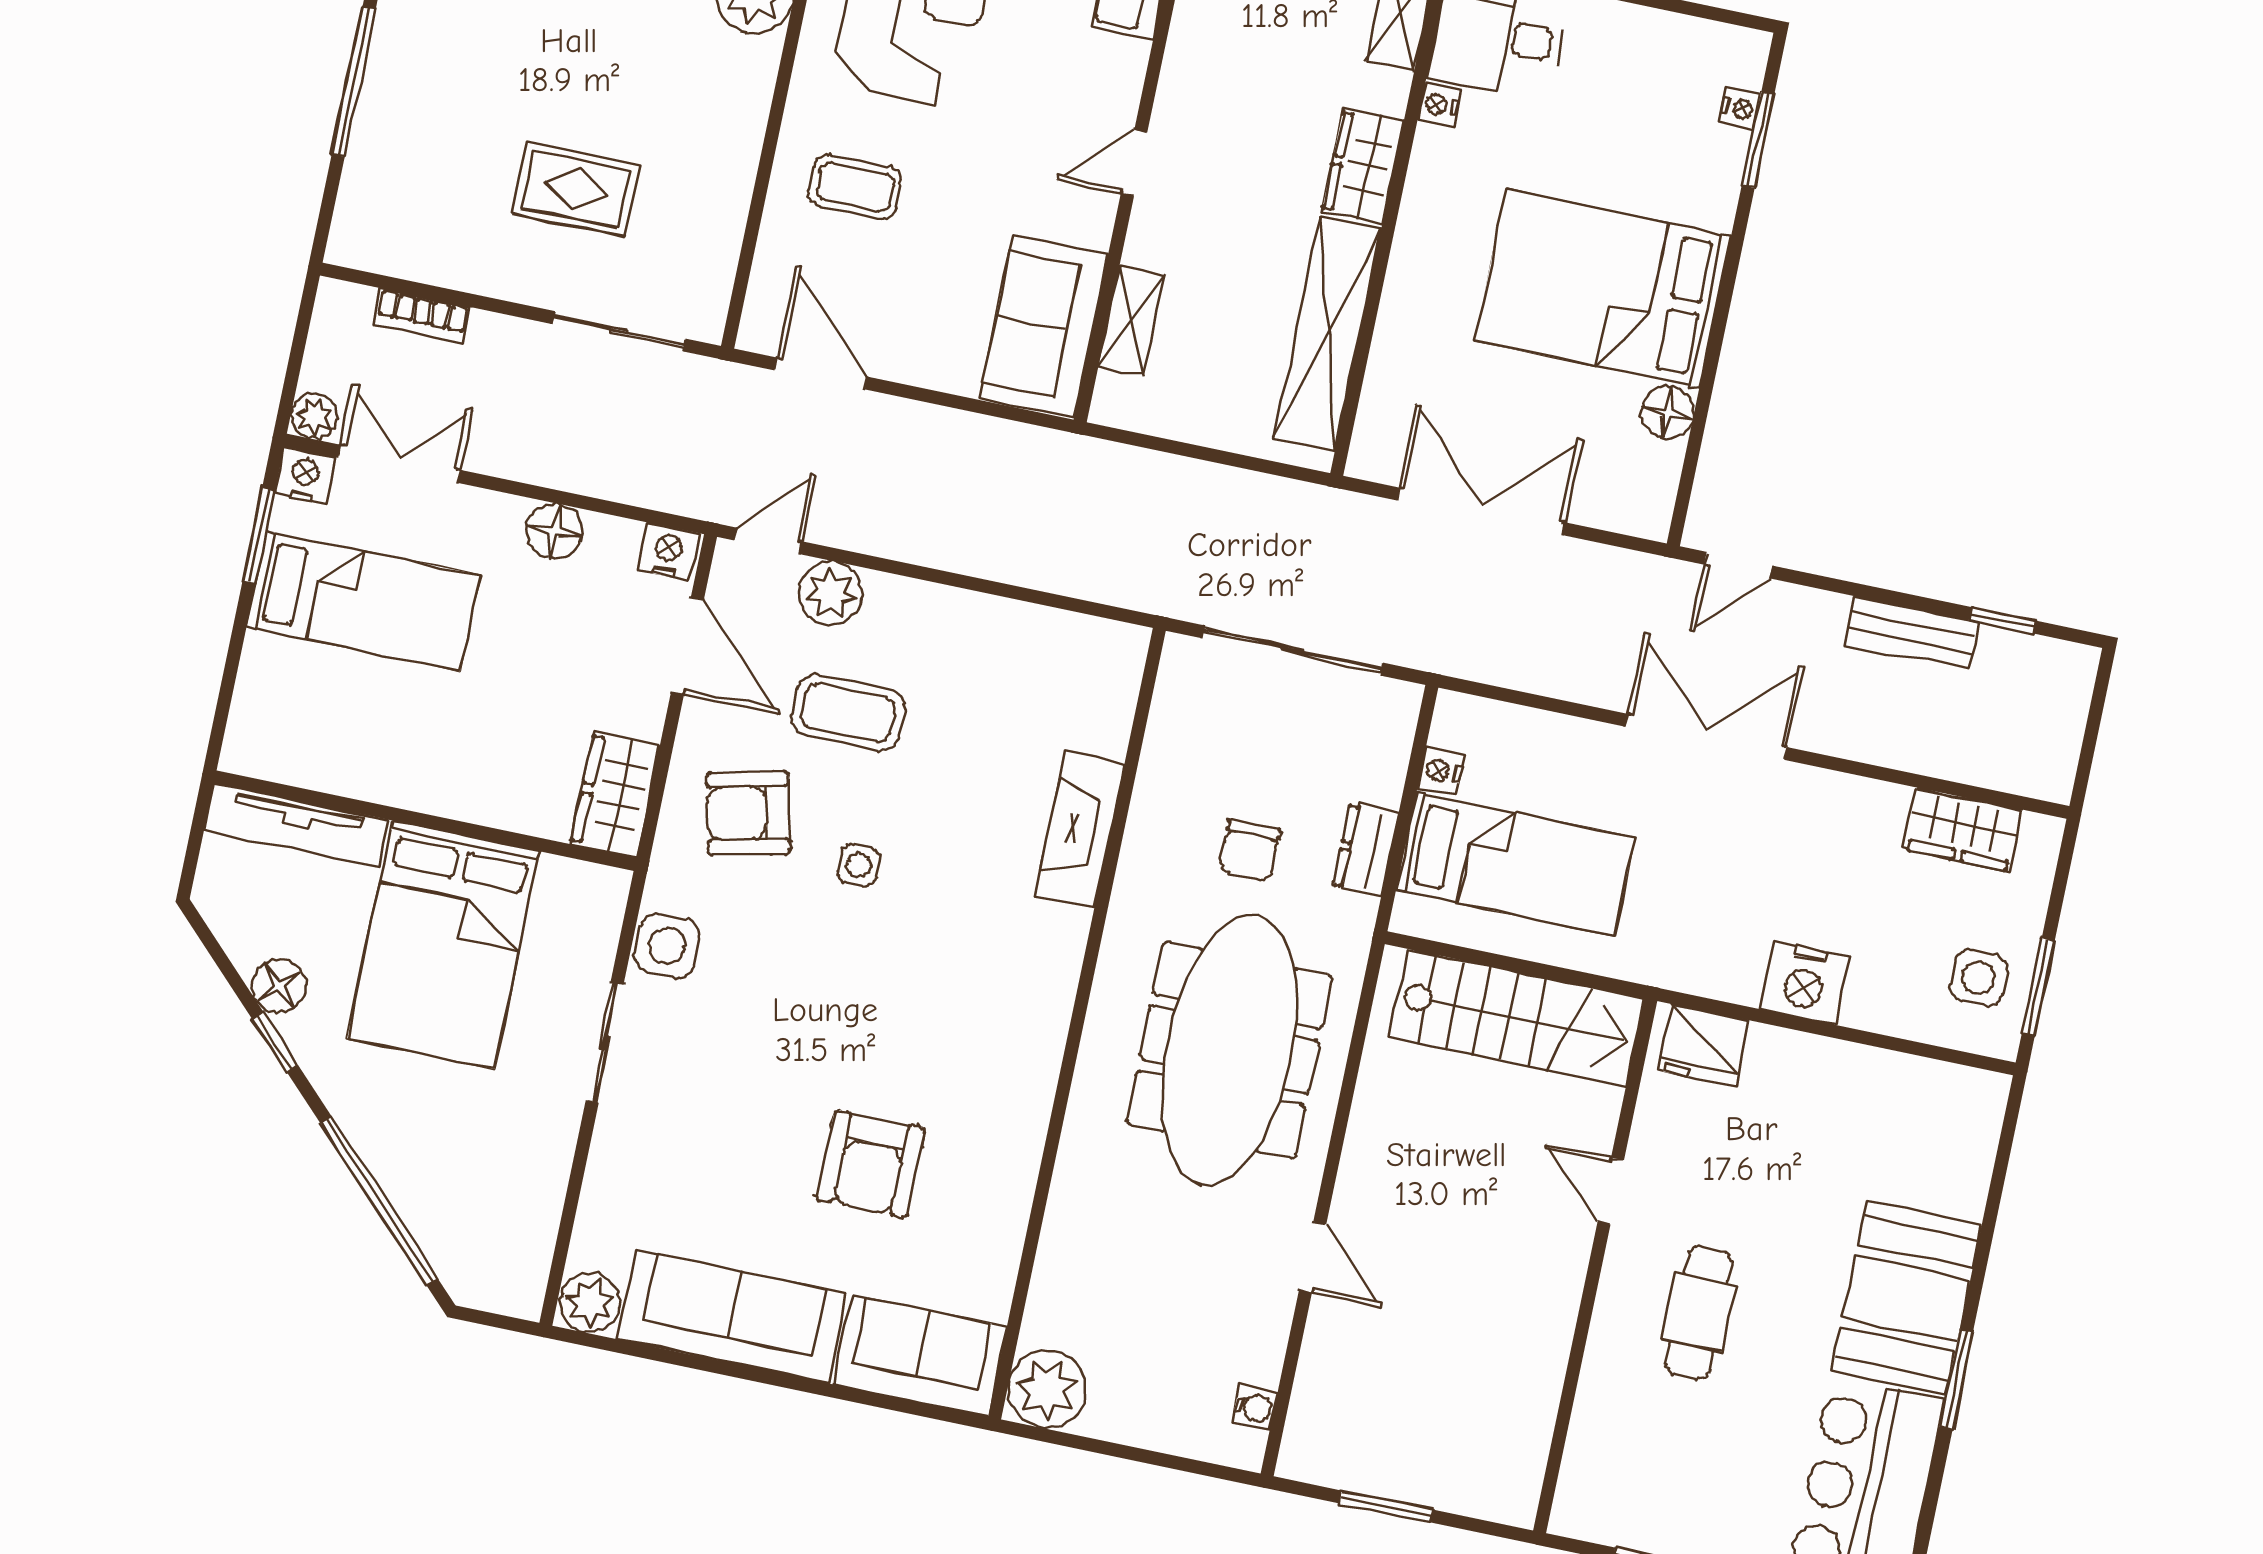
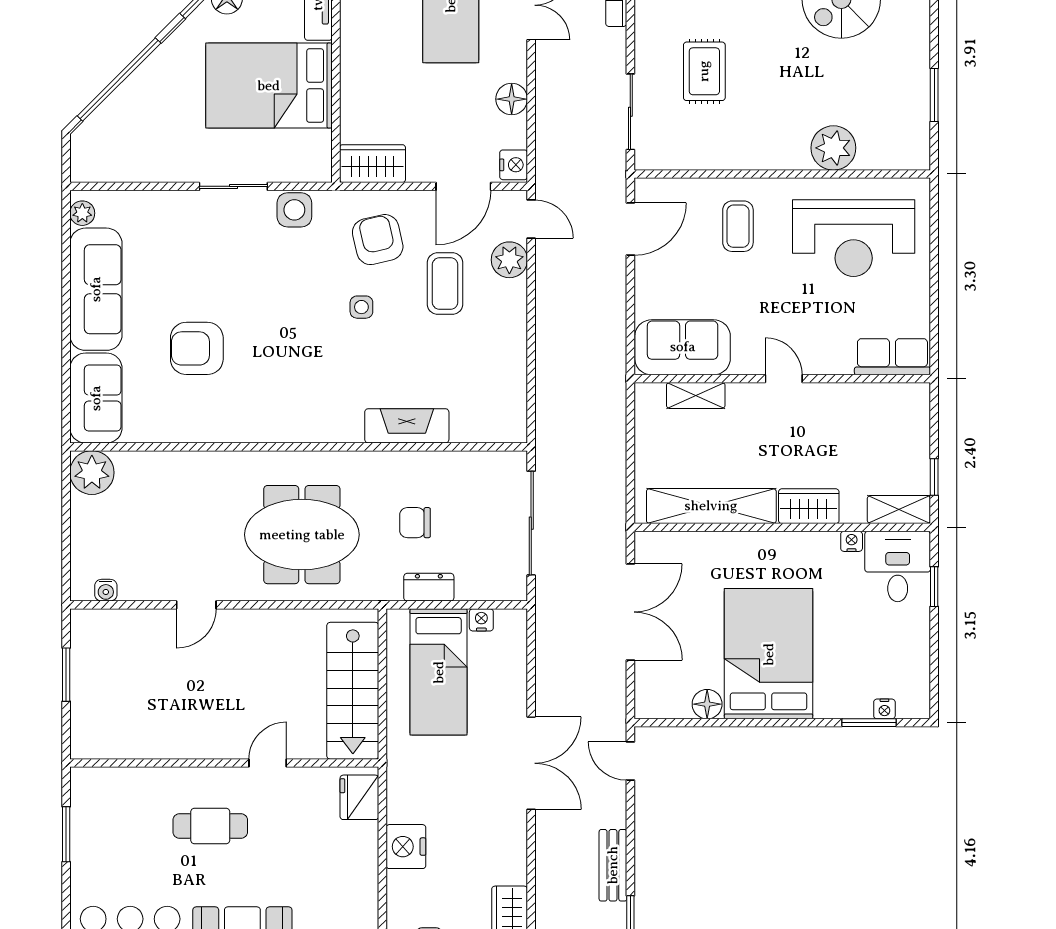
meeting table: (1229, 1050) -> (302, 535), width x0.73
plant: (590, 1303) -> (82, 213), width x0.73, depth x0.73

